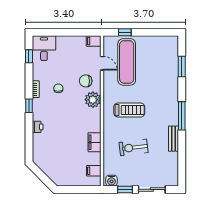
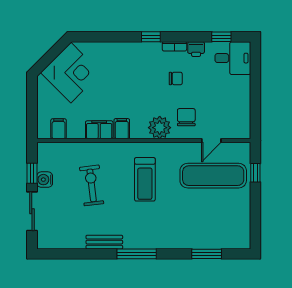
filing cabinet: (94, 41) -> (122, 129), moved
printer: (38, 127) -> (196, 49), moved
corner desk: (54, 162) -> (71, 73), added
water cooler: (111, 181) -> (45, 180), moved

